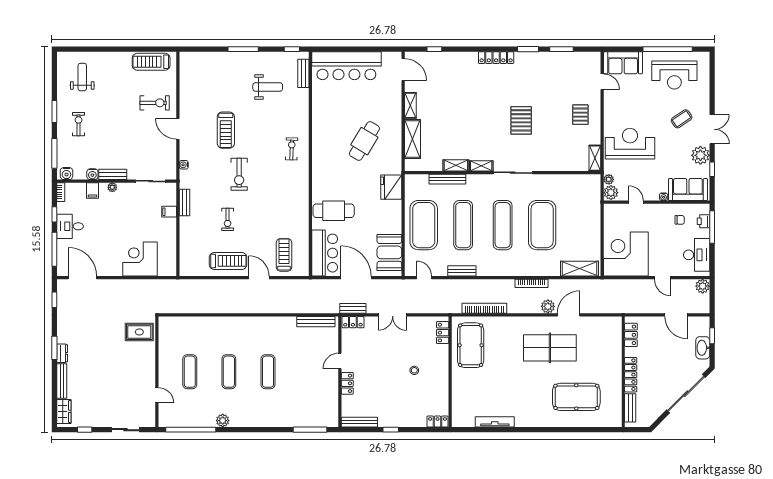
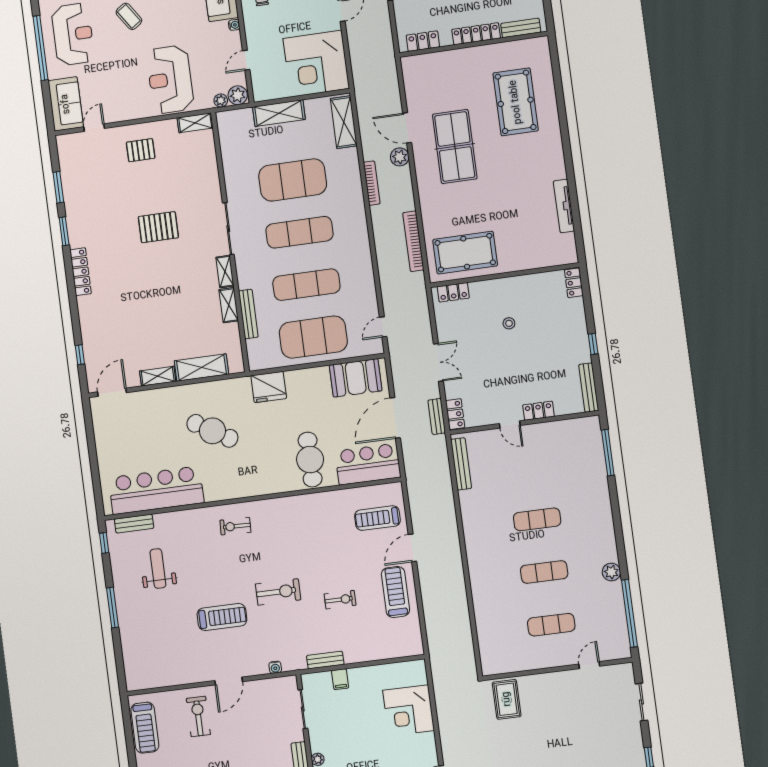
bar counter: (346, 66) -> (156, 490), moved, turned -90
shelving: (593, 221) -> (279, 113), added
bench: (462, 271) -> (367, 278), removed

